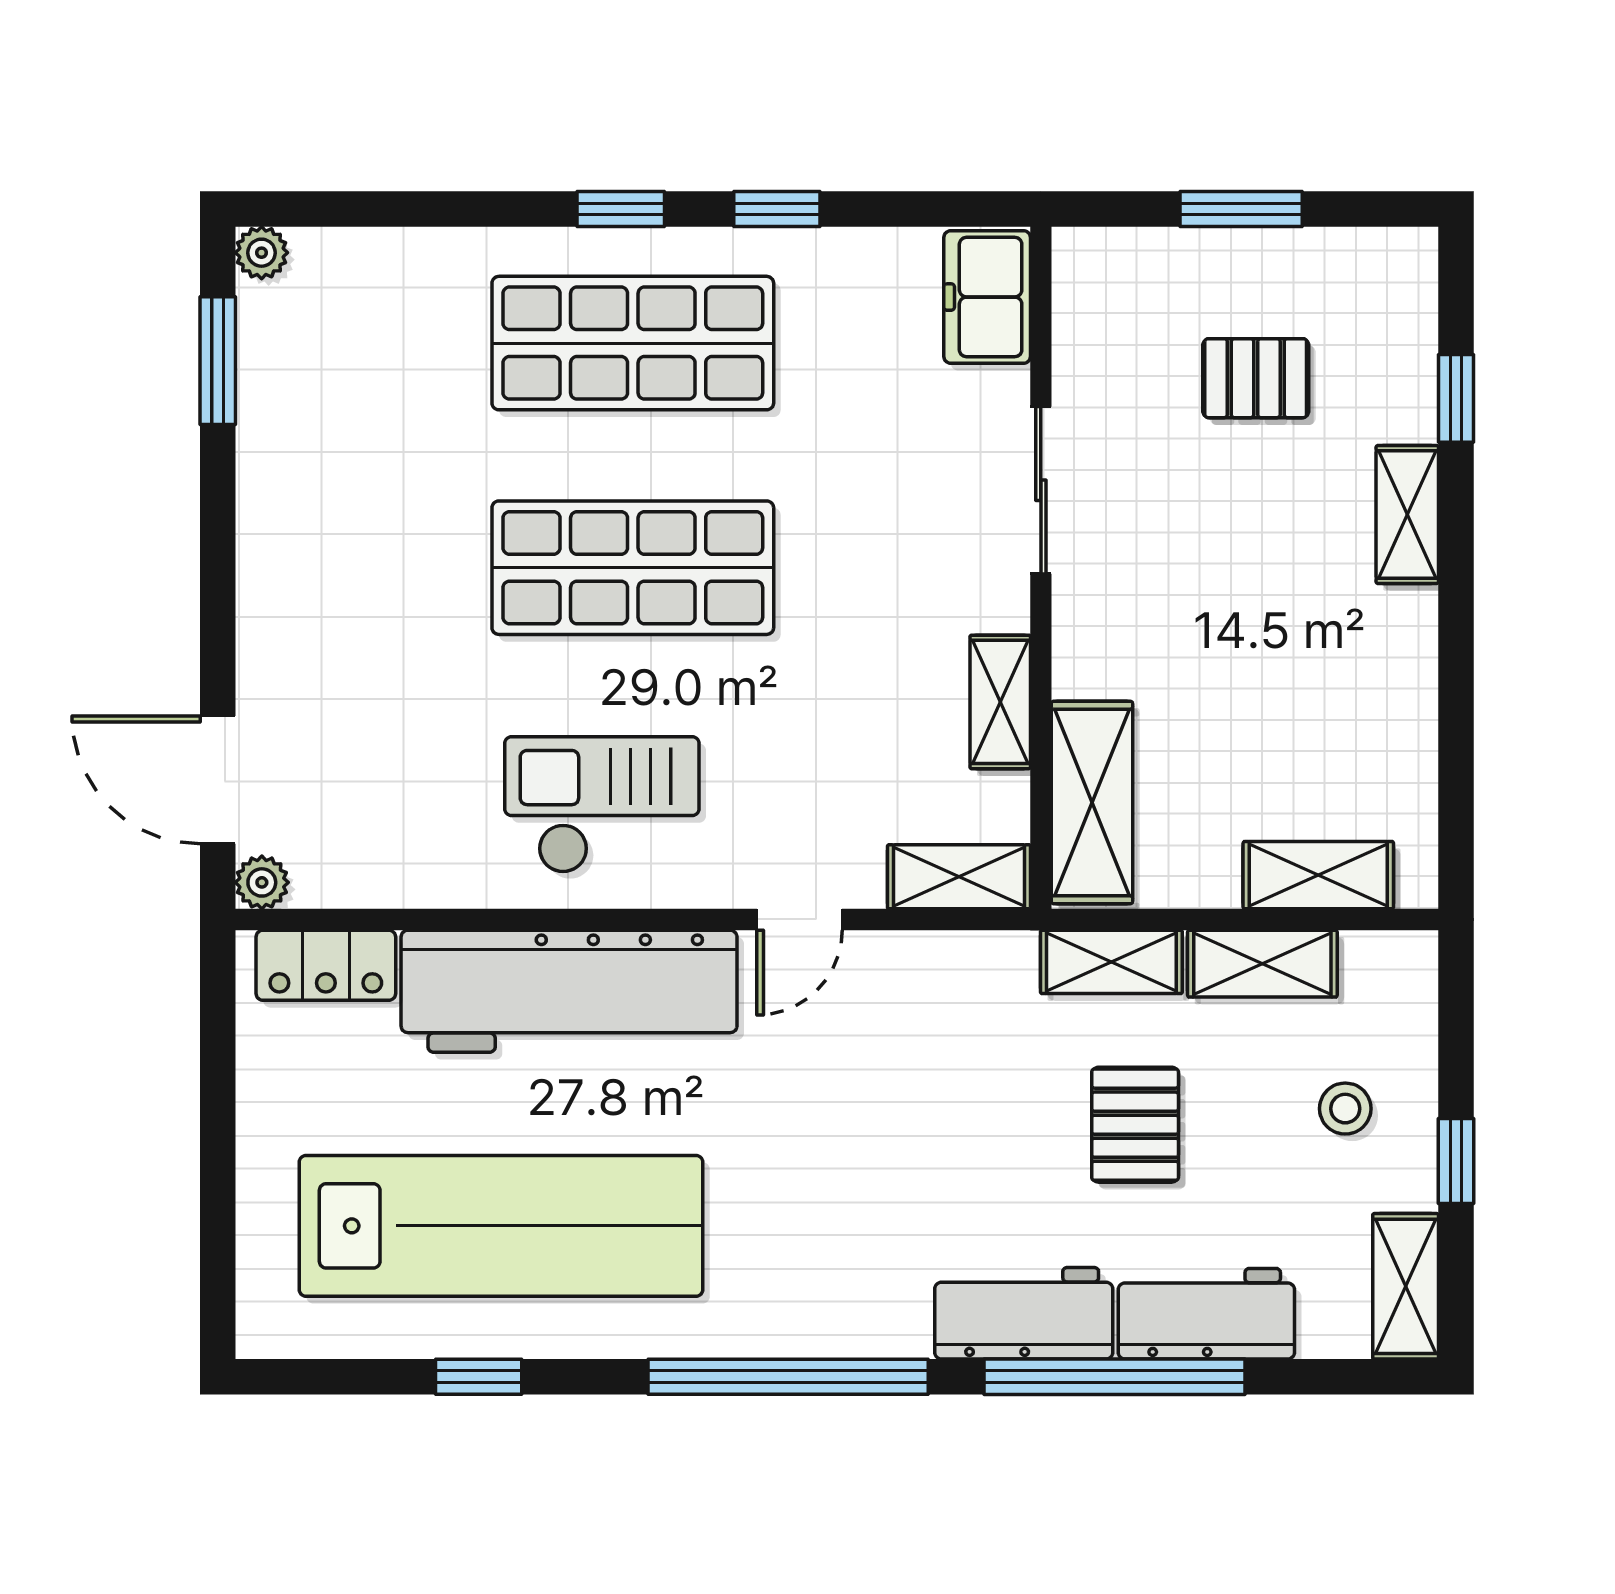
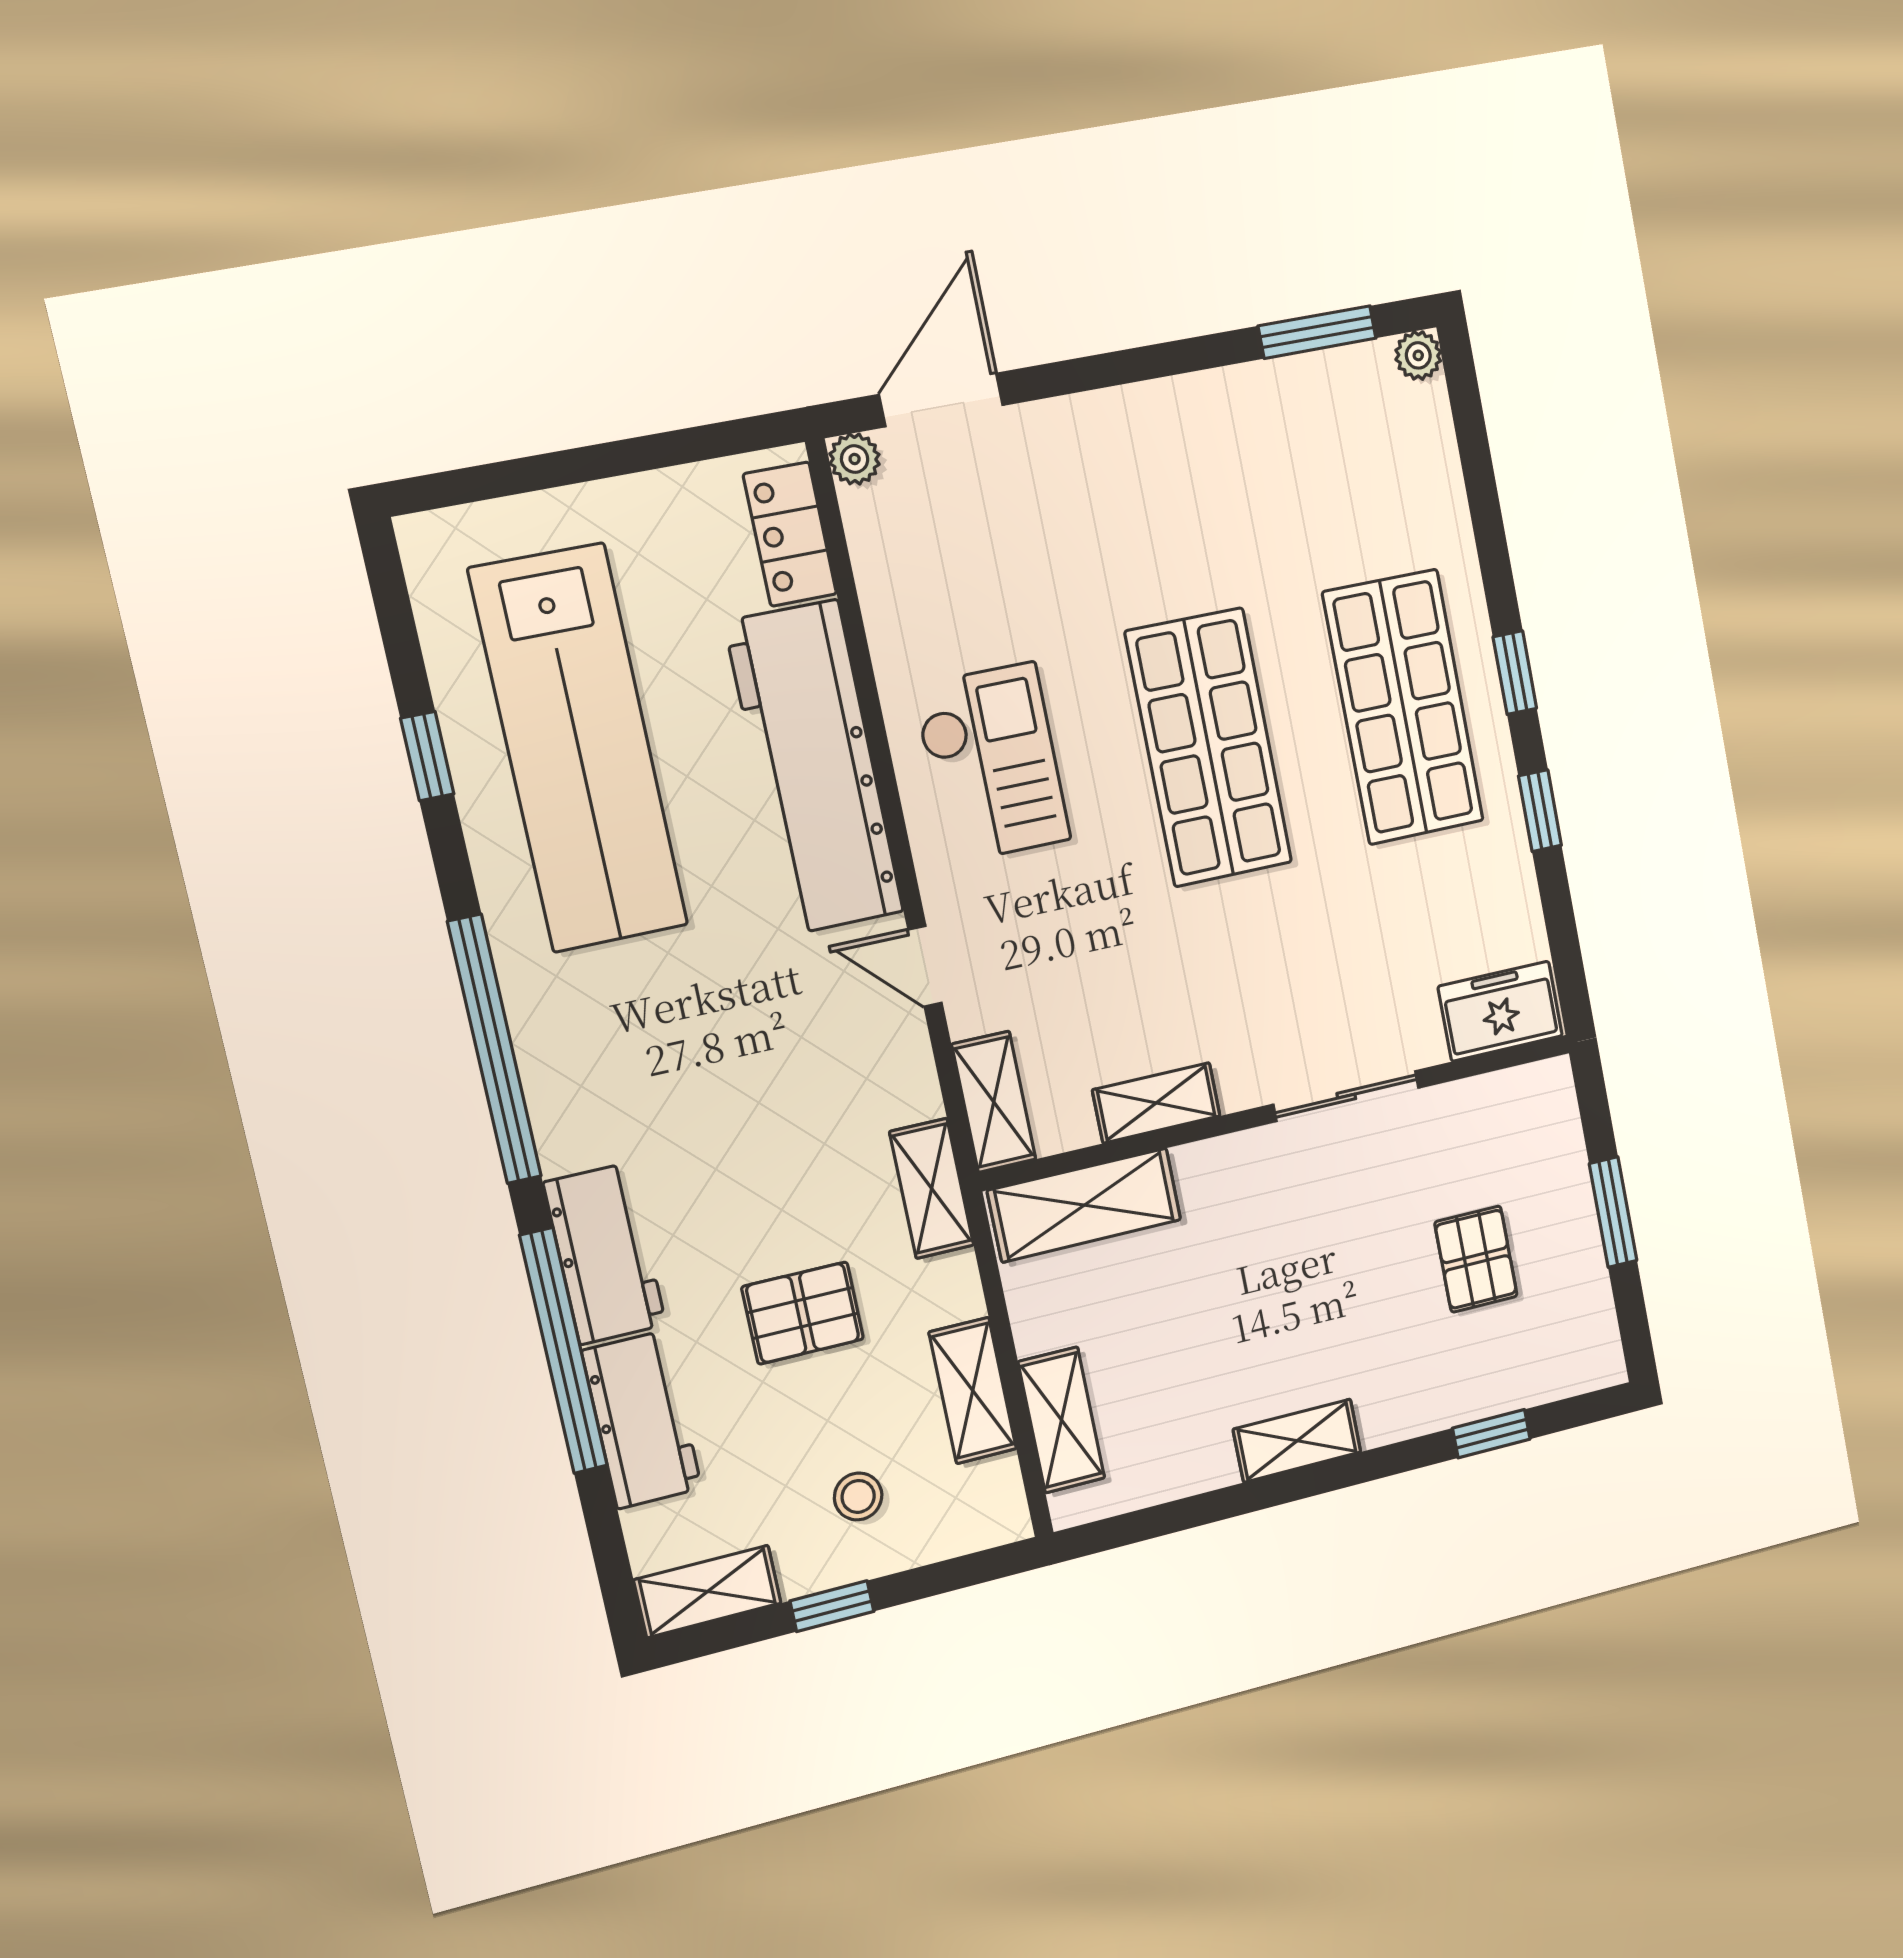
shelving: (1407, 514) -> (1297, 1441), moved
shelving: (1111, 962) -> (932, 1188), moved

